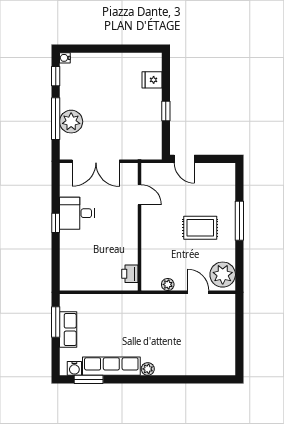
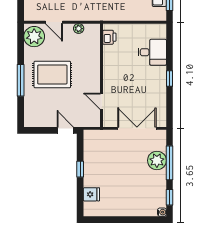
desk: (77, 213) -> (152, 52), moved
rug: (200, 228) -> (52, 75), width x1.36, depth x1.43

